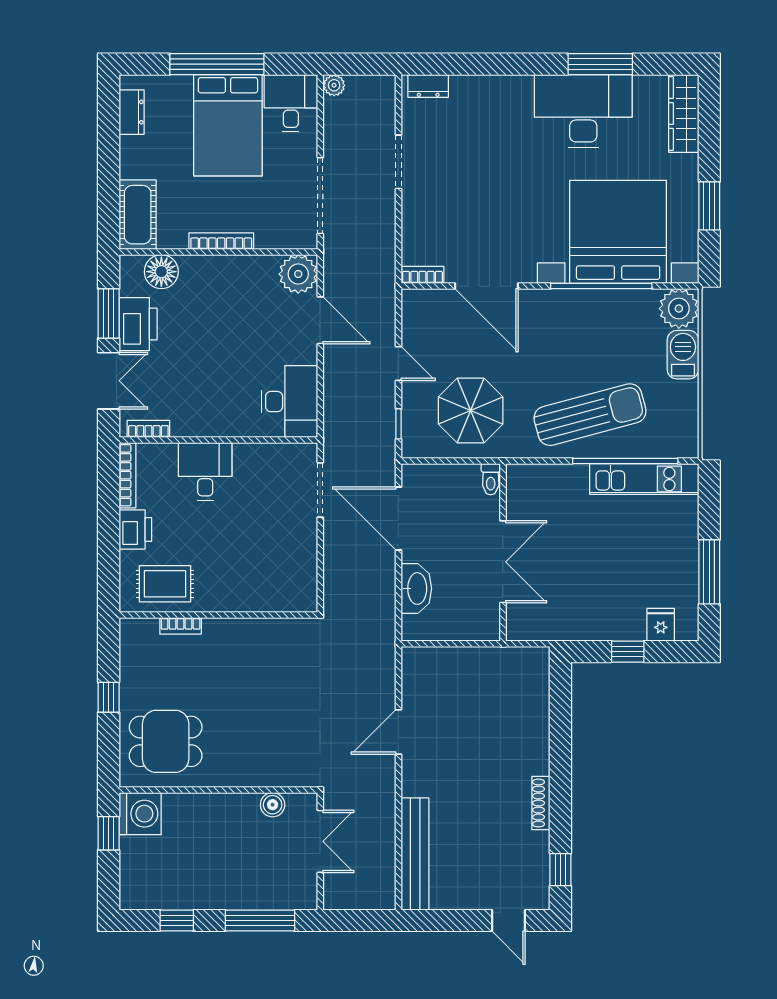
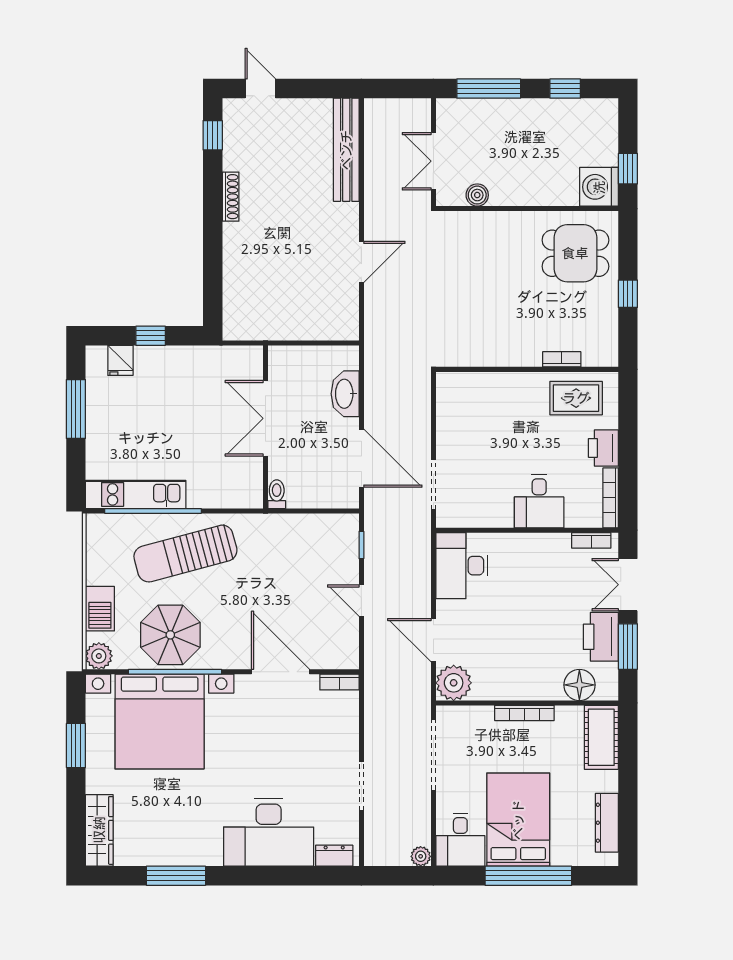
desk: (583, 111) -> (269, 832), moved
dresser: (132, 112) -> (607, 823), width x1.44
plant: (679, 309) -> (99, 656), width x0.73, depth x0.73
parasol: (471, 410) -> (170, 635), moved

